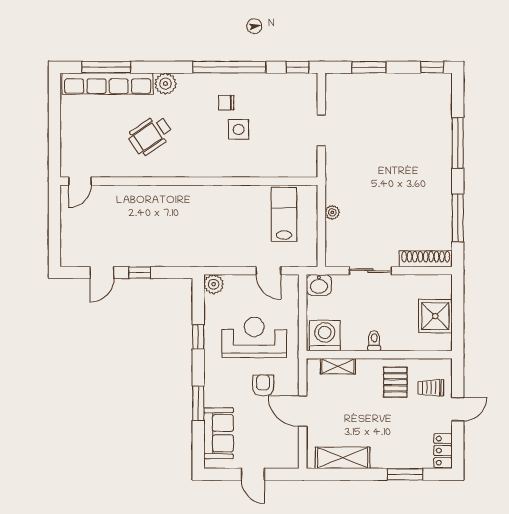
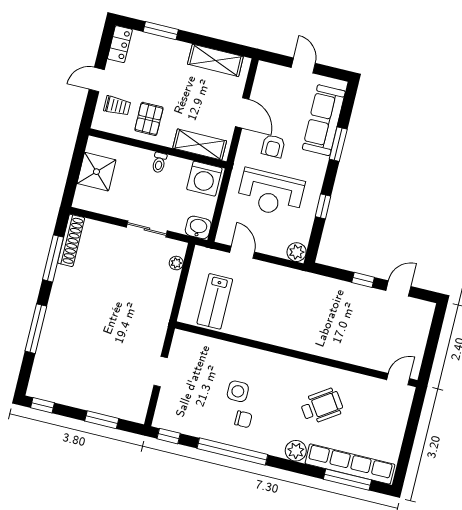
plant: (332, 212) -> (176, 263), moved
shoe rack: (426, 259) -> (71, 240), moved, turned -90
shelving: (338, 366) -> (200, 145), width x1.50, depth x1.33
sofa: (219, 433) -> (324, 120), width x1.36

